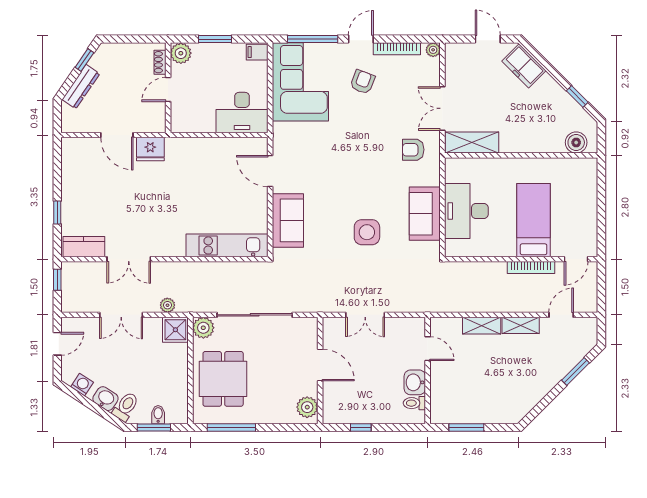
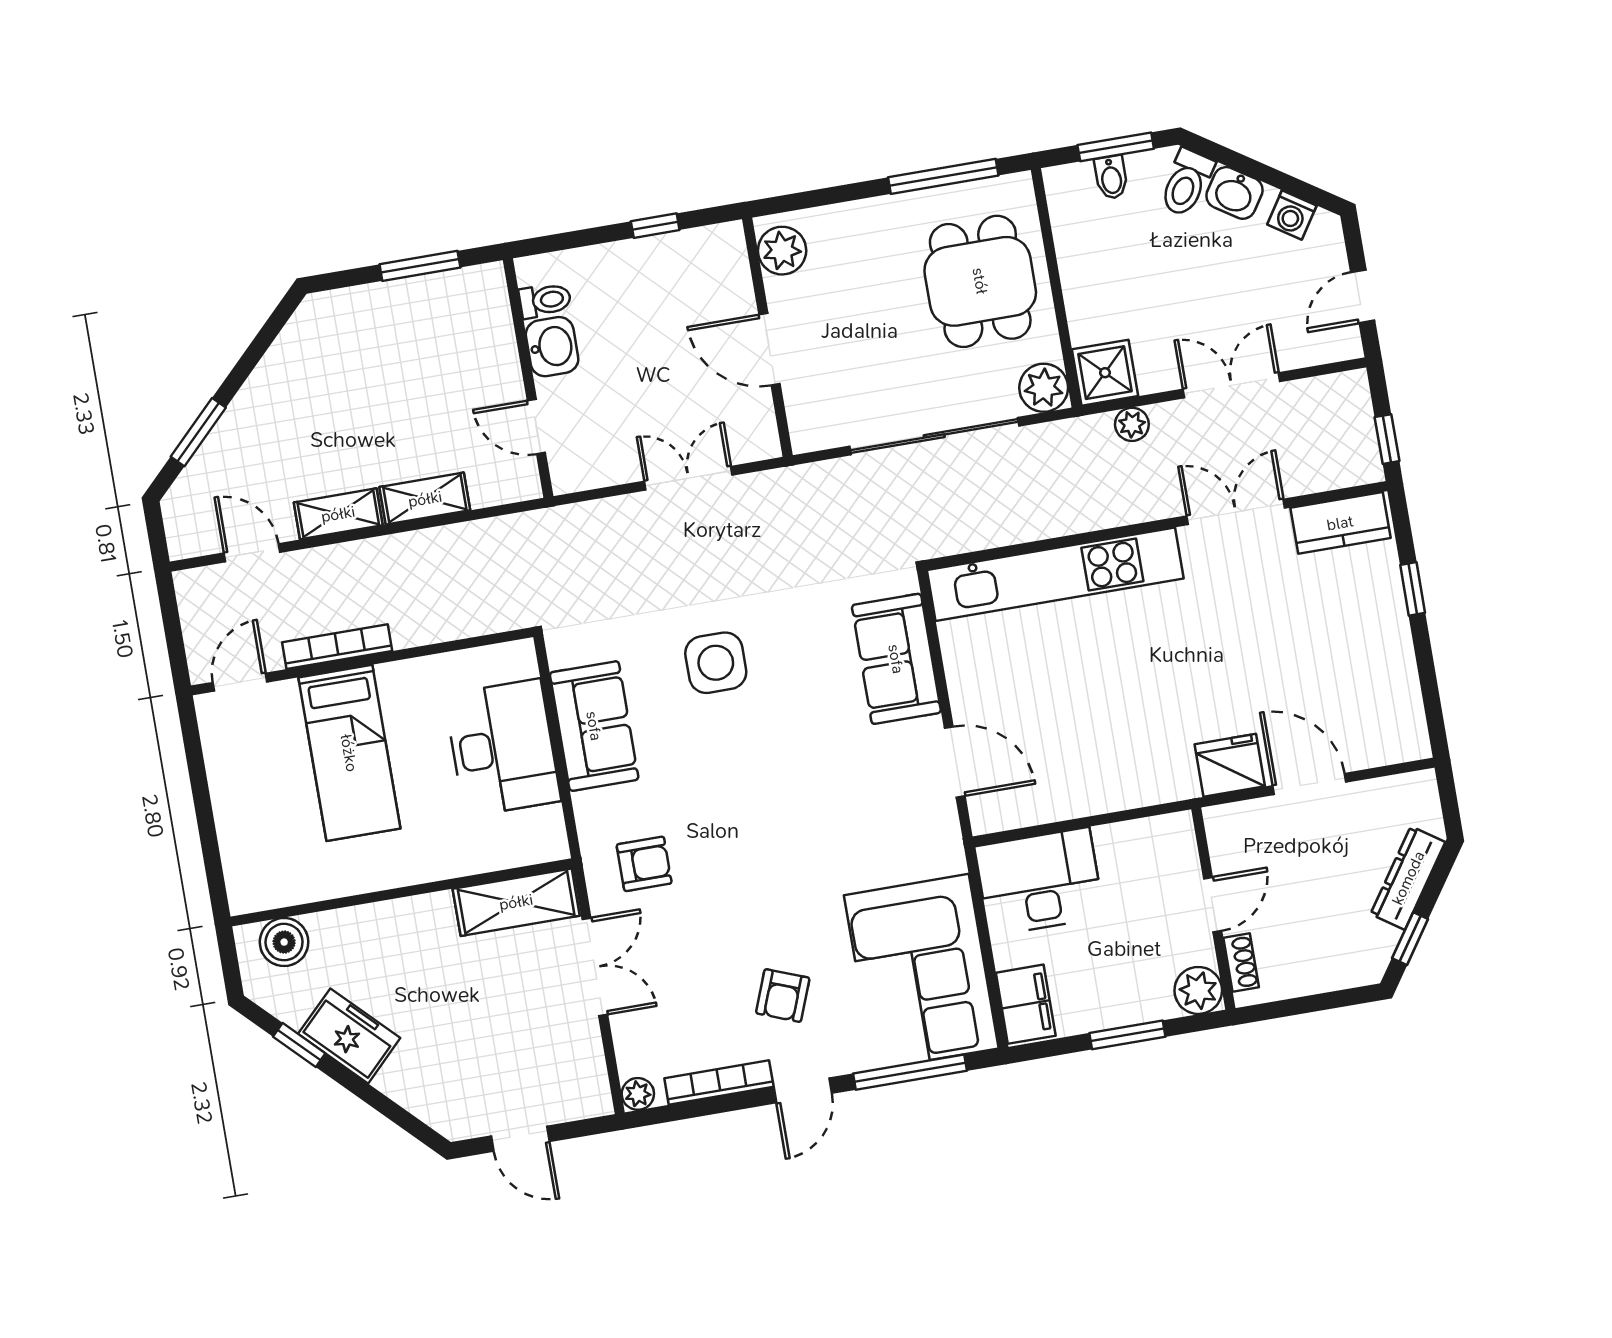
filing cabinet: (257, 52) -> (1026, 1004), width x2.00
freezer: (524, 66) -> (349, 1036), moved
kitchen unit: (227, 245) -> (1055, 574), width x1.36
door: (561, 315) -> (252, 553), swing flipped

